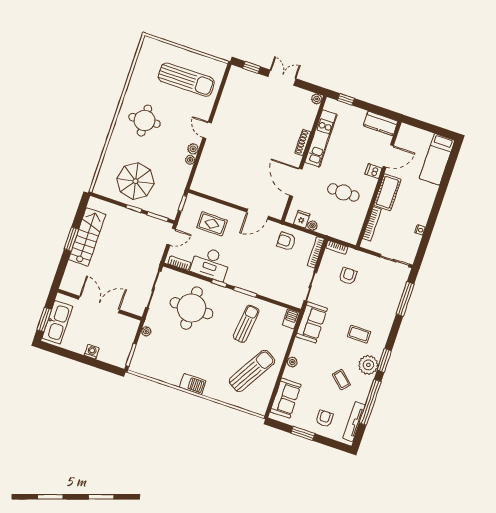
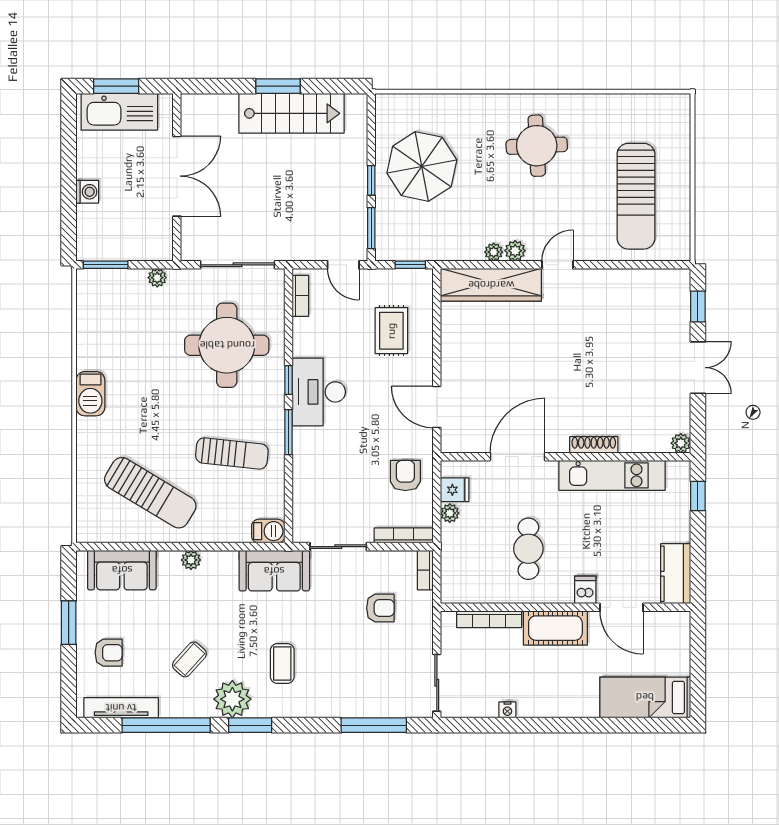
wardrobe: (206, 167) -> (491, 285), added
desk: (211, 264) -> (319, 392), moved

